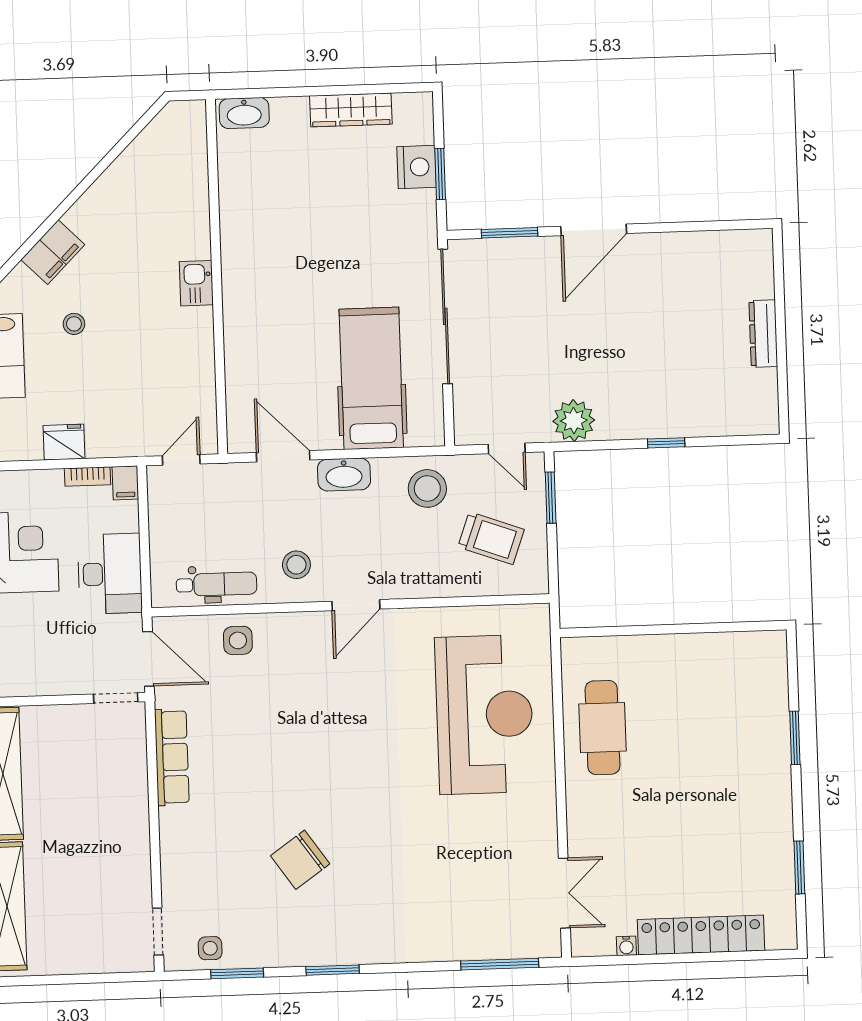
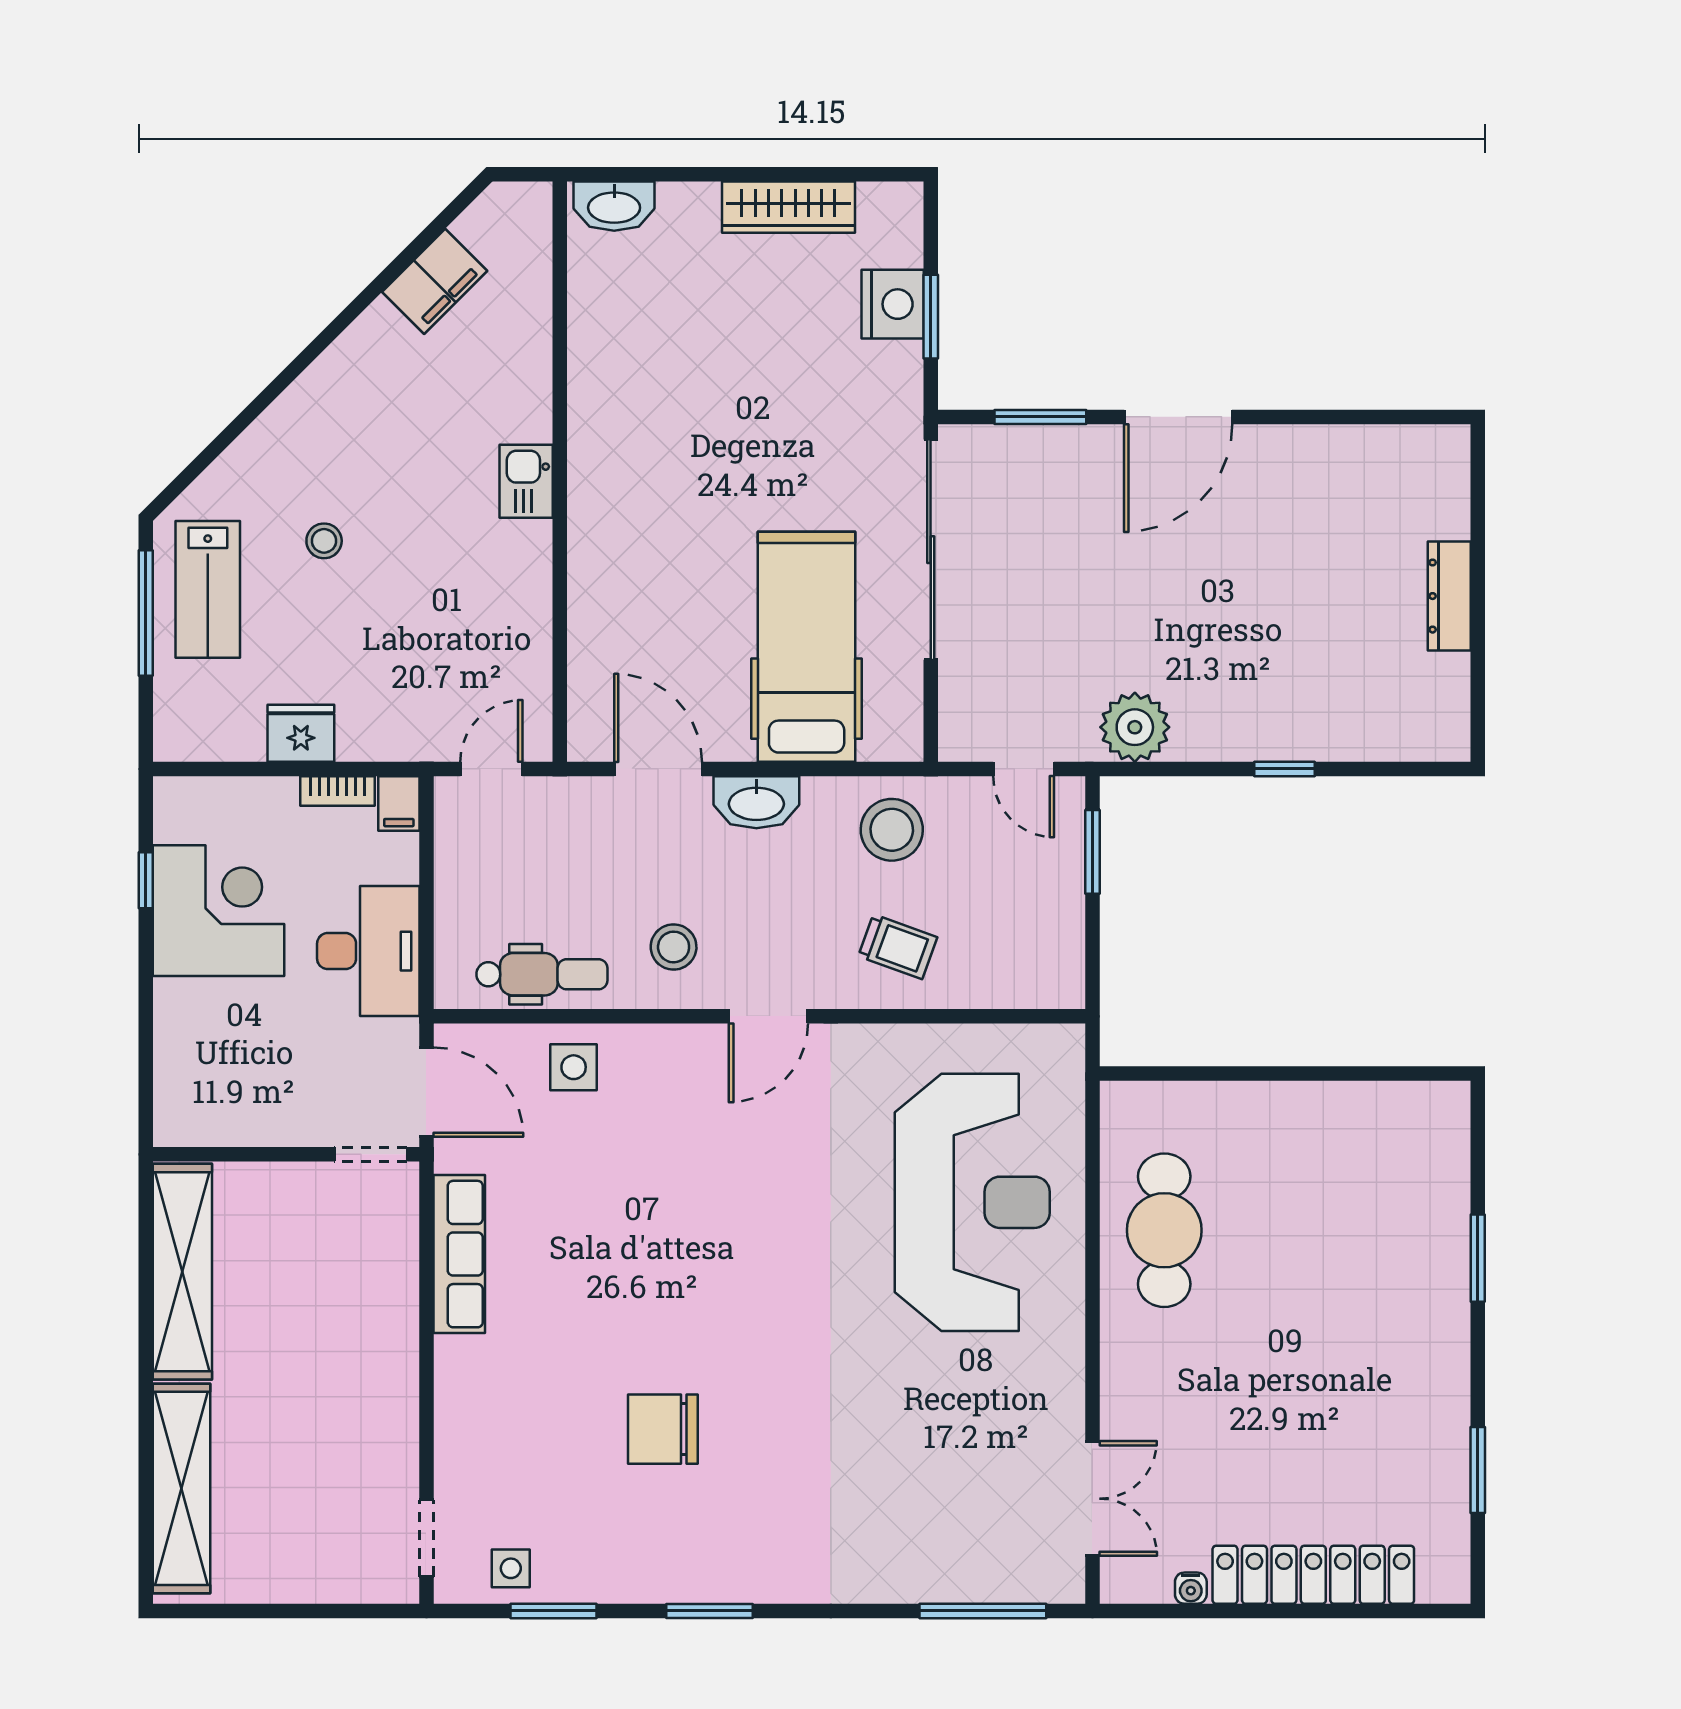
filing cabinet: (53, 252) -> (435, 281), moved
trolley: (491, 538) -> (898, 947), moved, width x0.73, depth x0.72
chair: (300, 860) -> (663, 1429), turned 35

